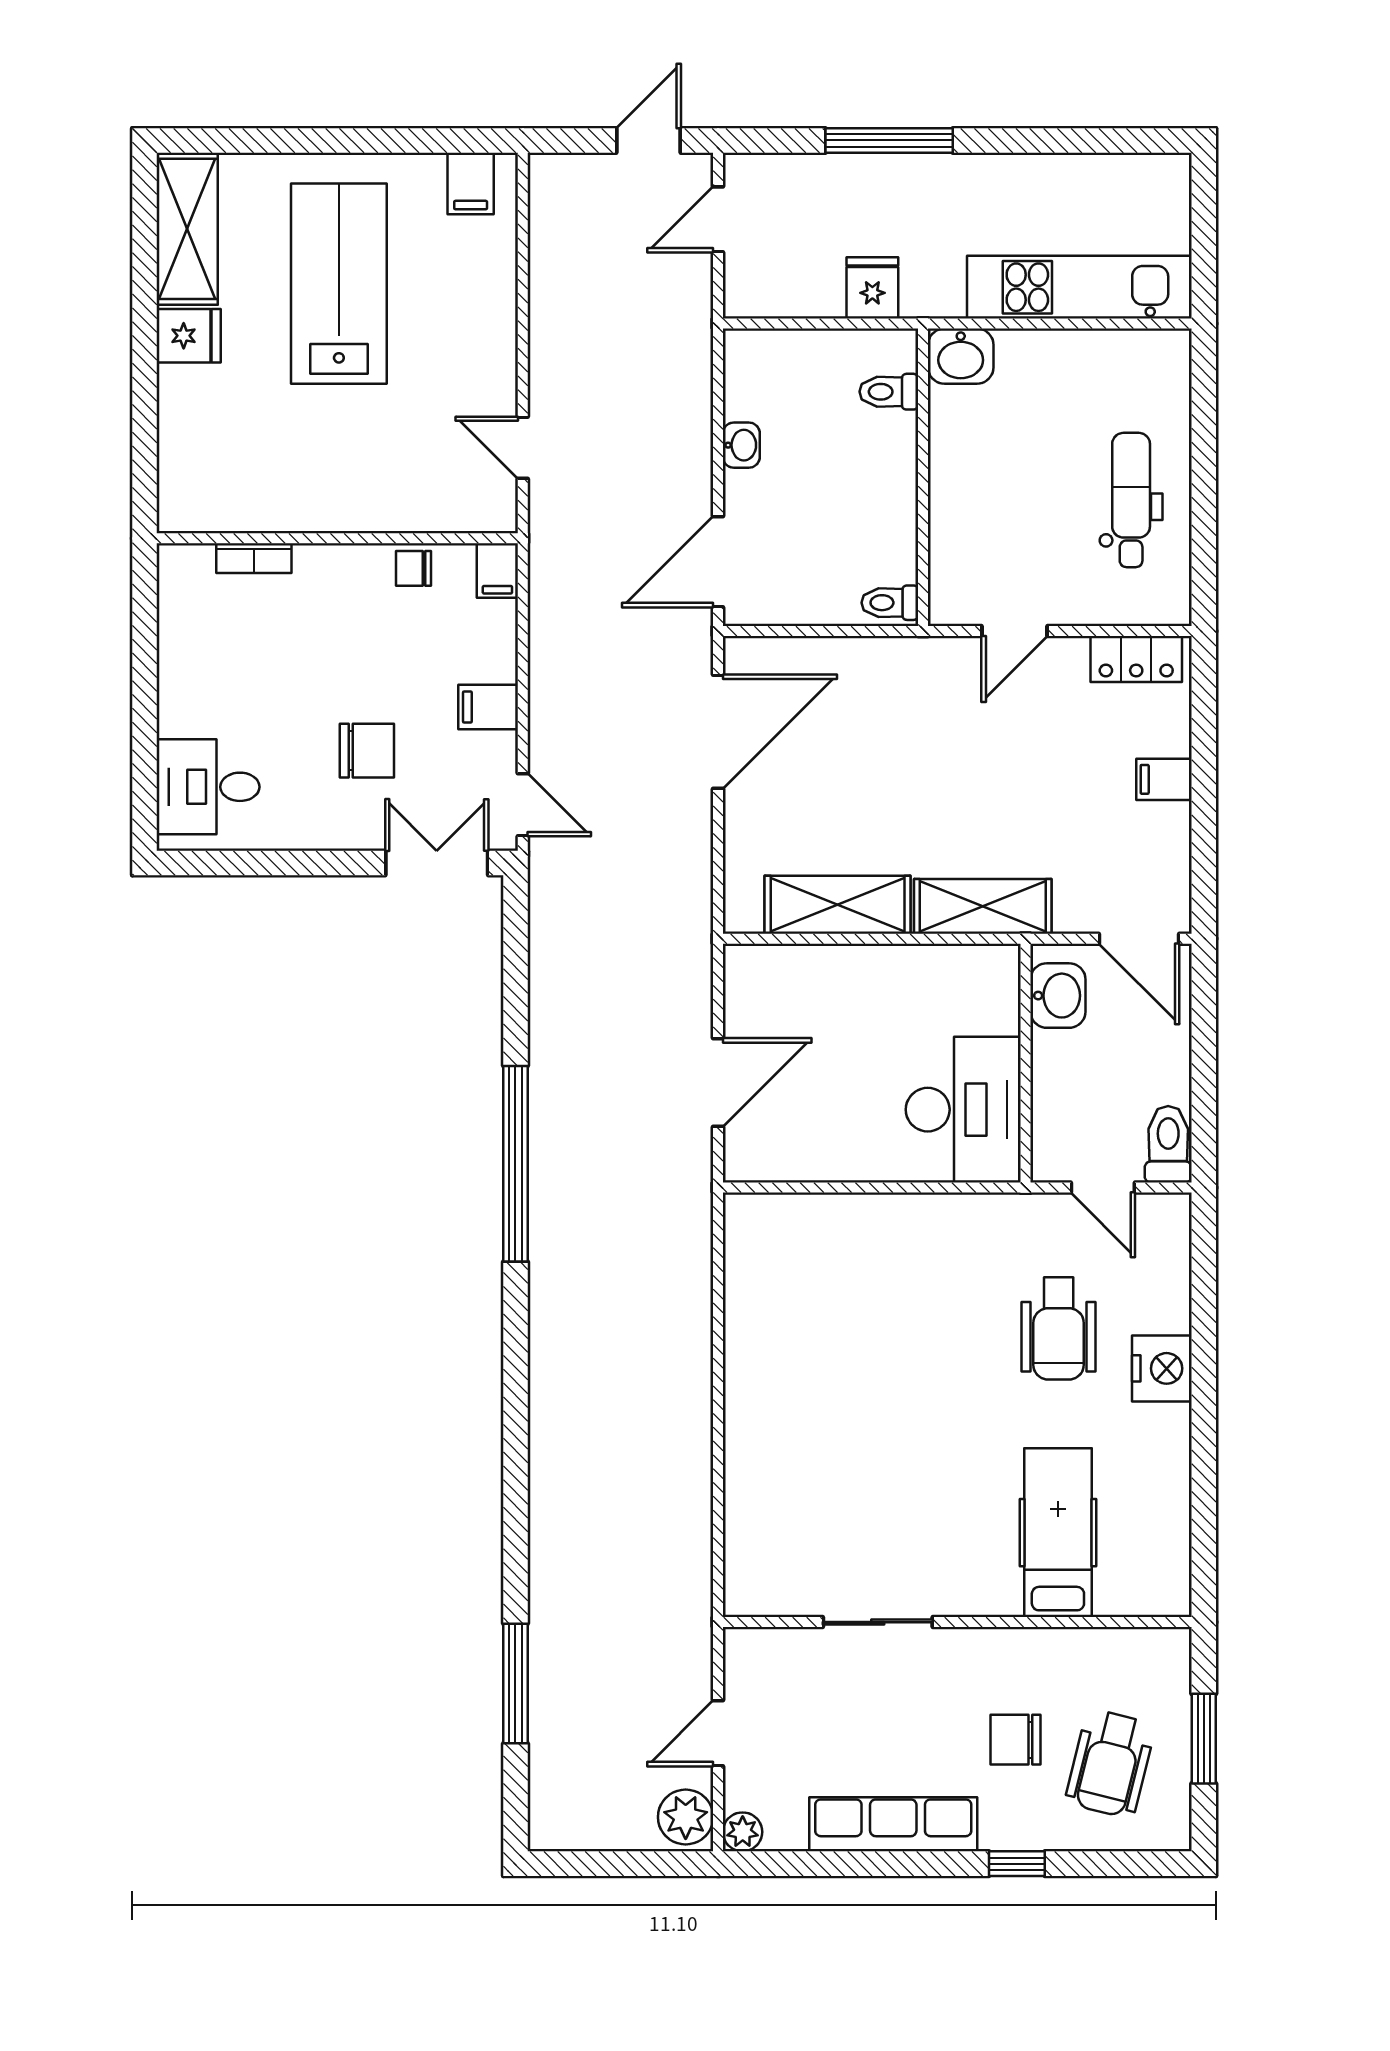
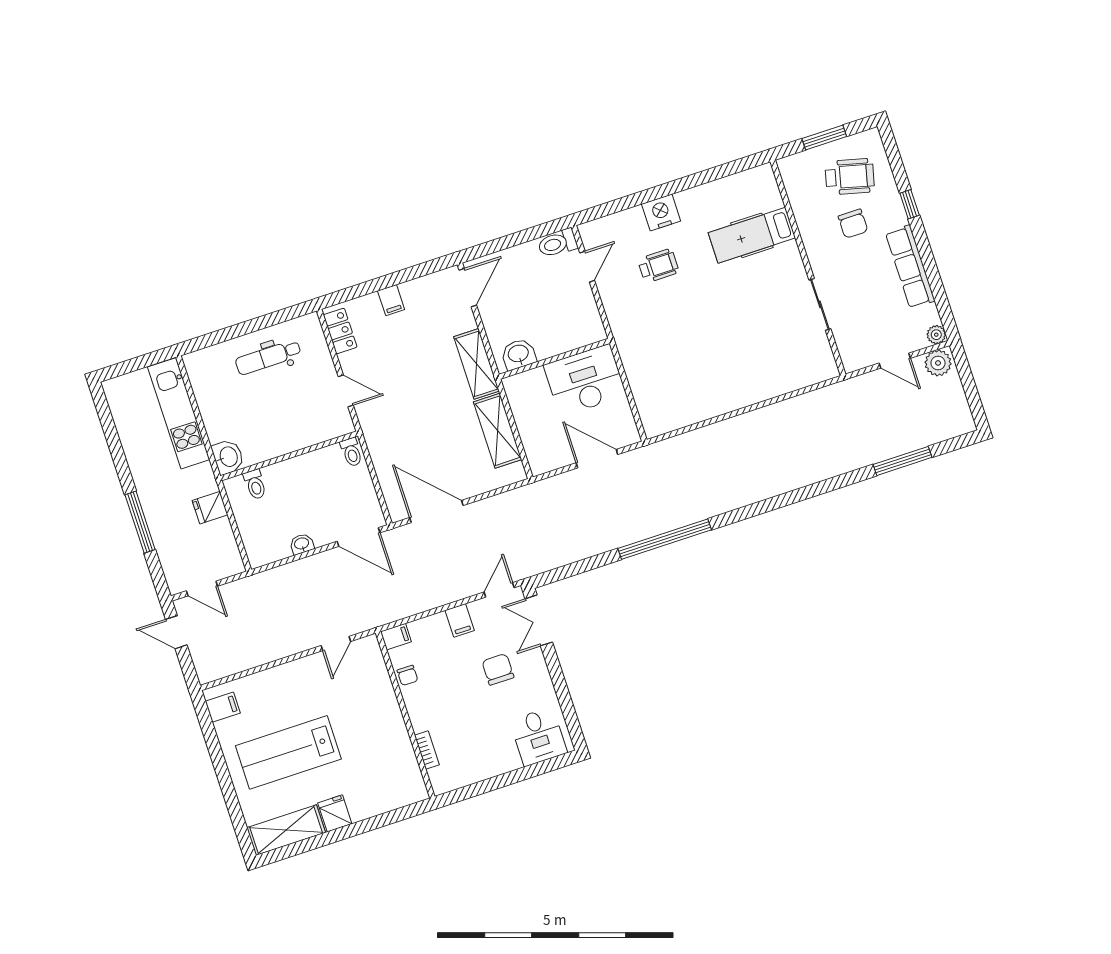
washbasin: (1058, 996) -> (518, 354), moved
wall: (1026, 1063) -> (554, 359), moved
desk: (963, 1110) -> (585, 380), moved
wheelchair: (1059, 1329) -> (658, 266), width x0.73, depth x0.73

